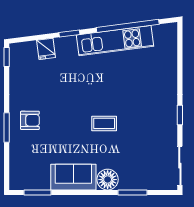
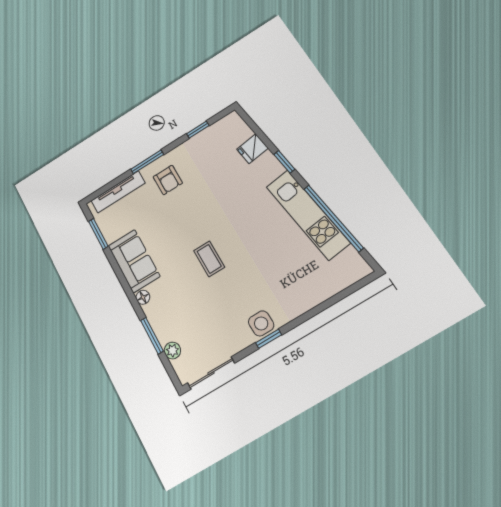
window: (7, 57) -> (198, 130), moved
side table: (167, 114) -> (261, 323), added
tv unit: (15, 161) -> (118, 192), added
floor lamp: (108, 180) -> (143, 297), width x0.53, depth x0.53
plant: (151, 184) -> (172, 351), added

